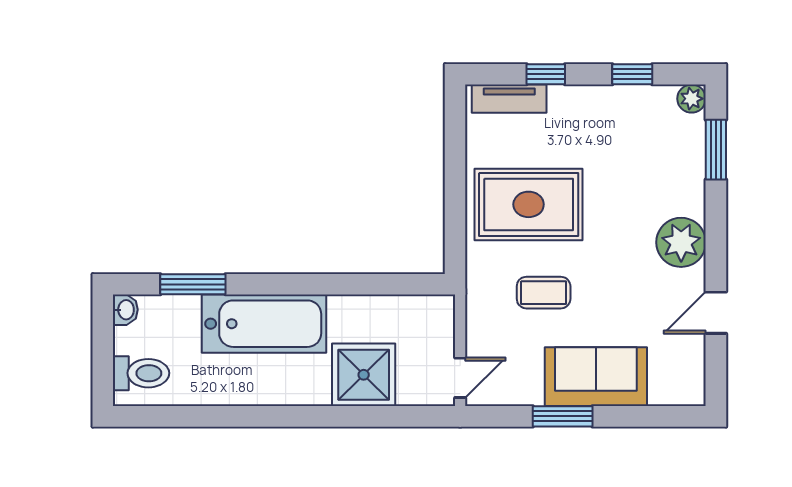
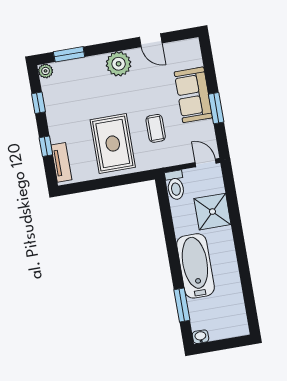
toilet: (141, 373) -> (175, 185), moved, turned 180

